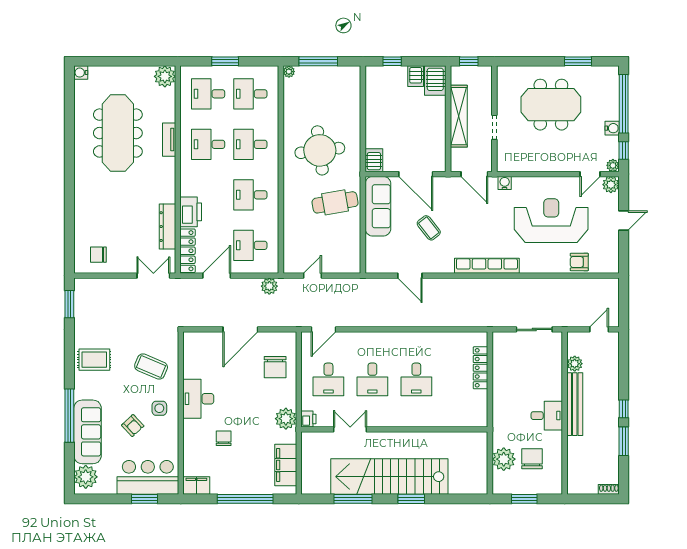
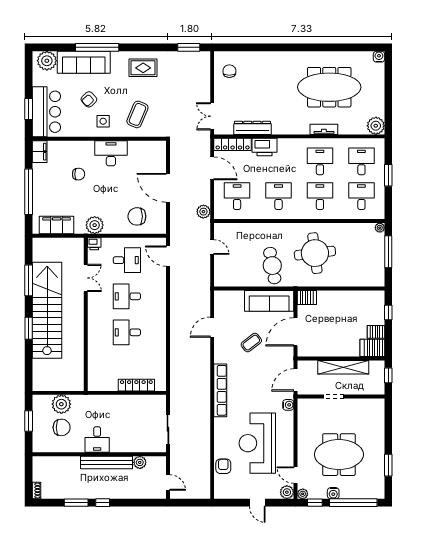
meeting table: (551, 105) -> (339, 455), moved, turned 90
reception desk: (551, 221) -> (257, 443), turned 180
double door: (153, 276) -> (212, 116), swing flipped
rug: (94, 360) -> (143, 68), turned 90
desk: (328, 379) -> (127, 260), turned 180

